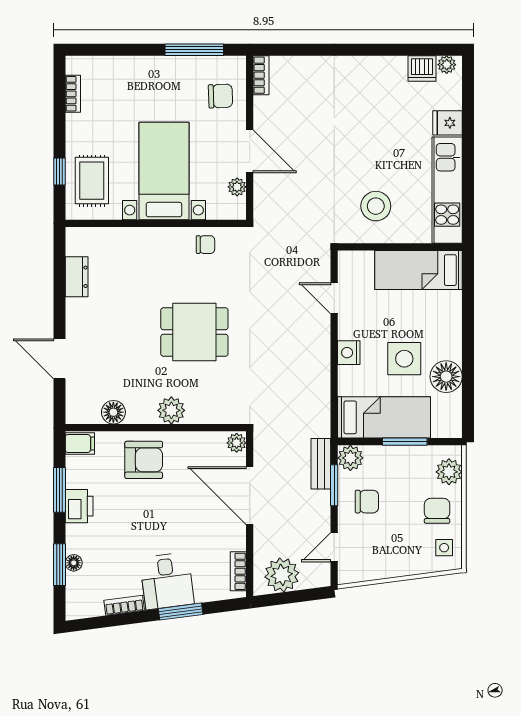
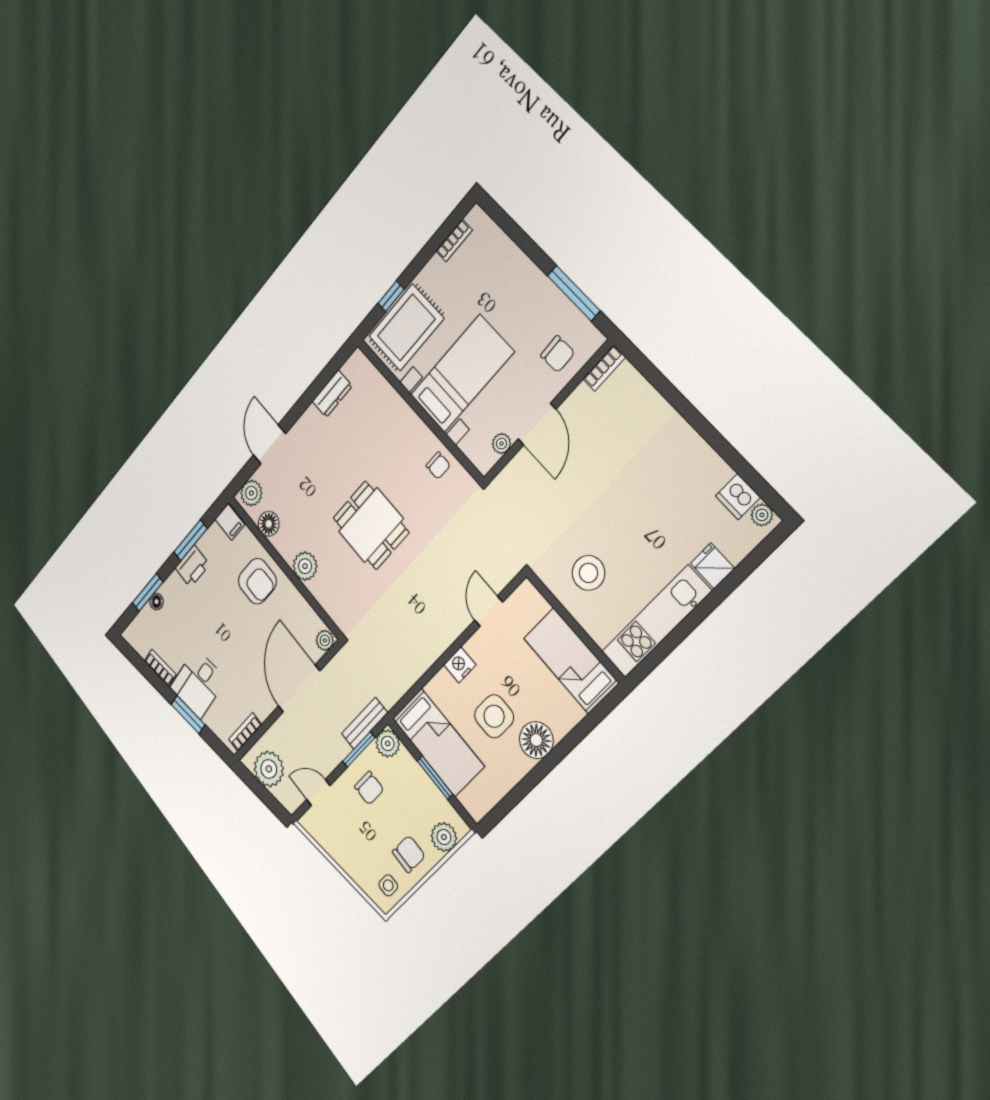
rug: (92, 181) -> (406, 327), width x1.36, depth x1.43
floor lamp: (446, 377) -> (536, 740), moved
plant: (78, 406) -> (251, 493), added

